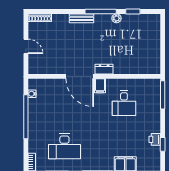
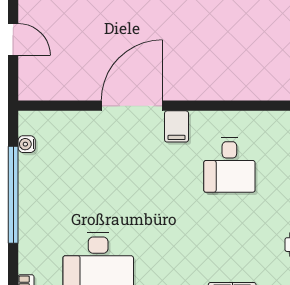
dresser: (104, 69) -> (185, 90), removed
door: (80, 76) -> (132, 106), swing flipped

